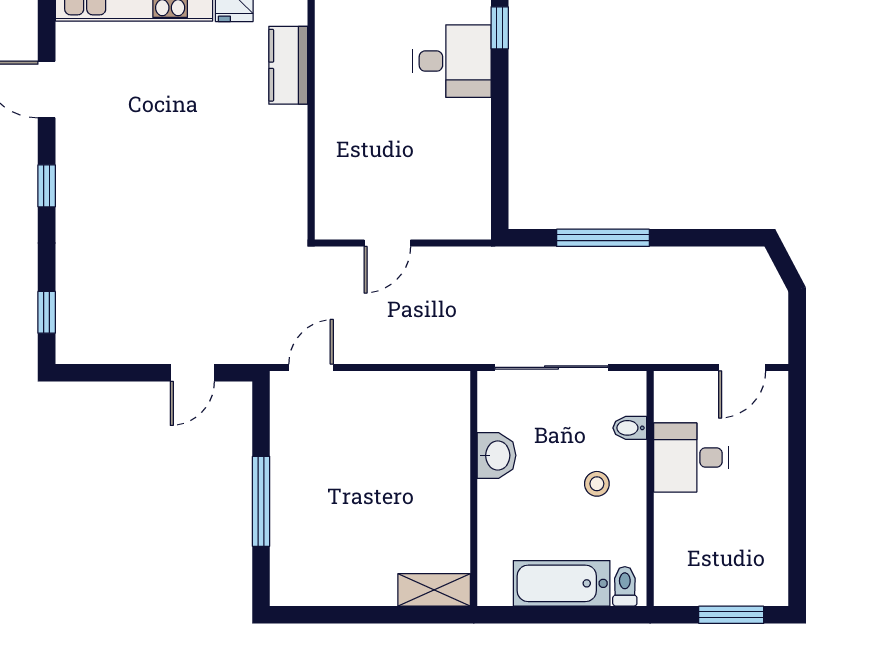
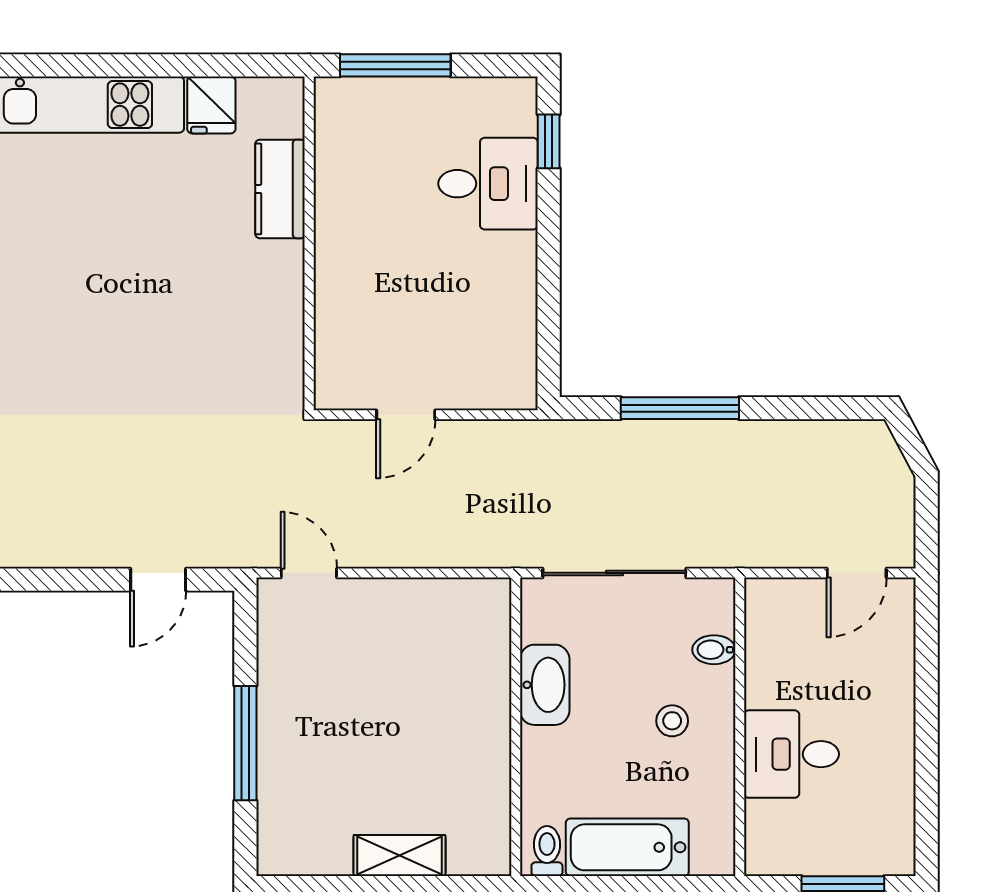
door: (311, 367) -> (309, 573), hinge flipped
washbasin: (497, 455) -> (545, 685), width x1.38
desk: (691, 457) -> (792, 754), moved
toilet: (625, 586) -> (547, 851), moved
shelving: (434, 590) -> (399, 856), moved

